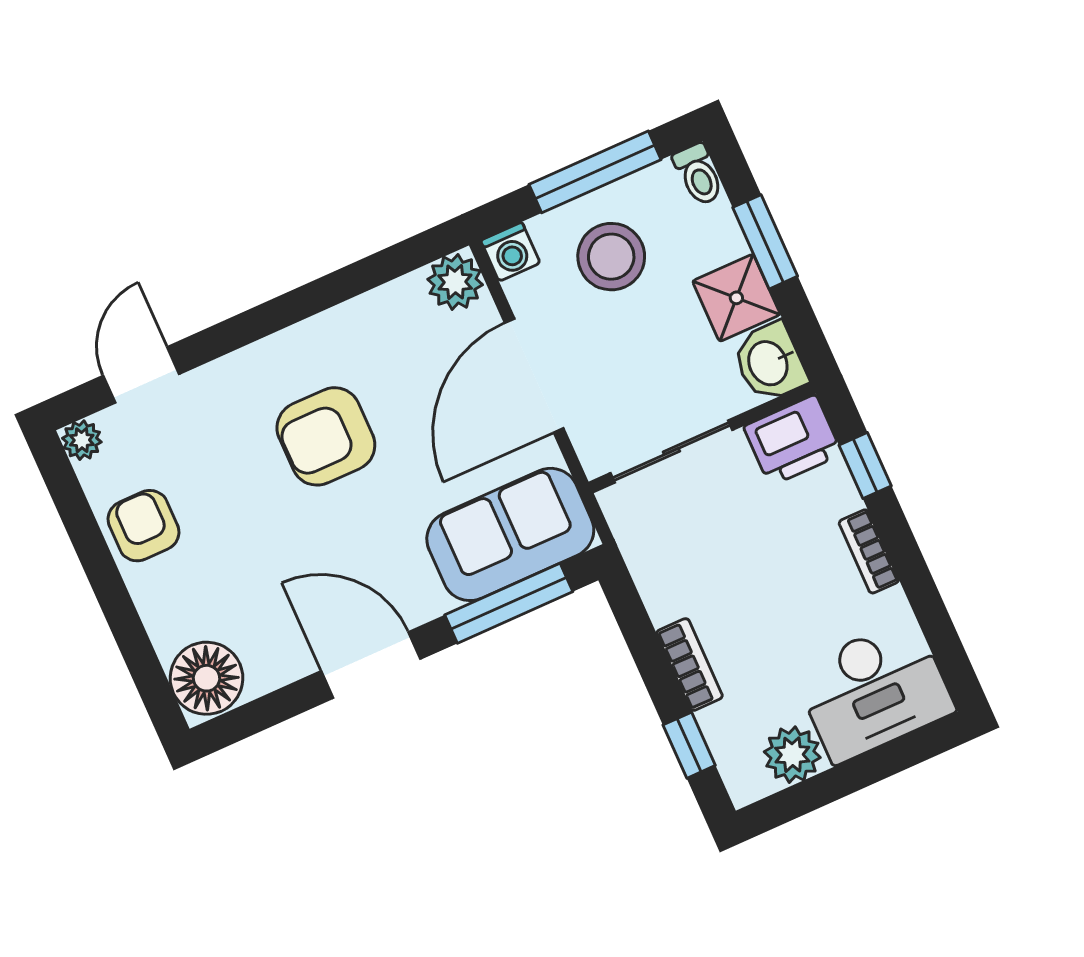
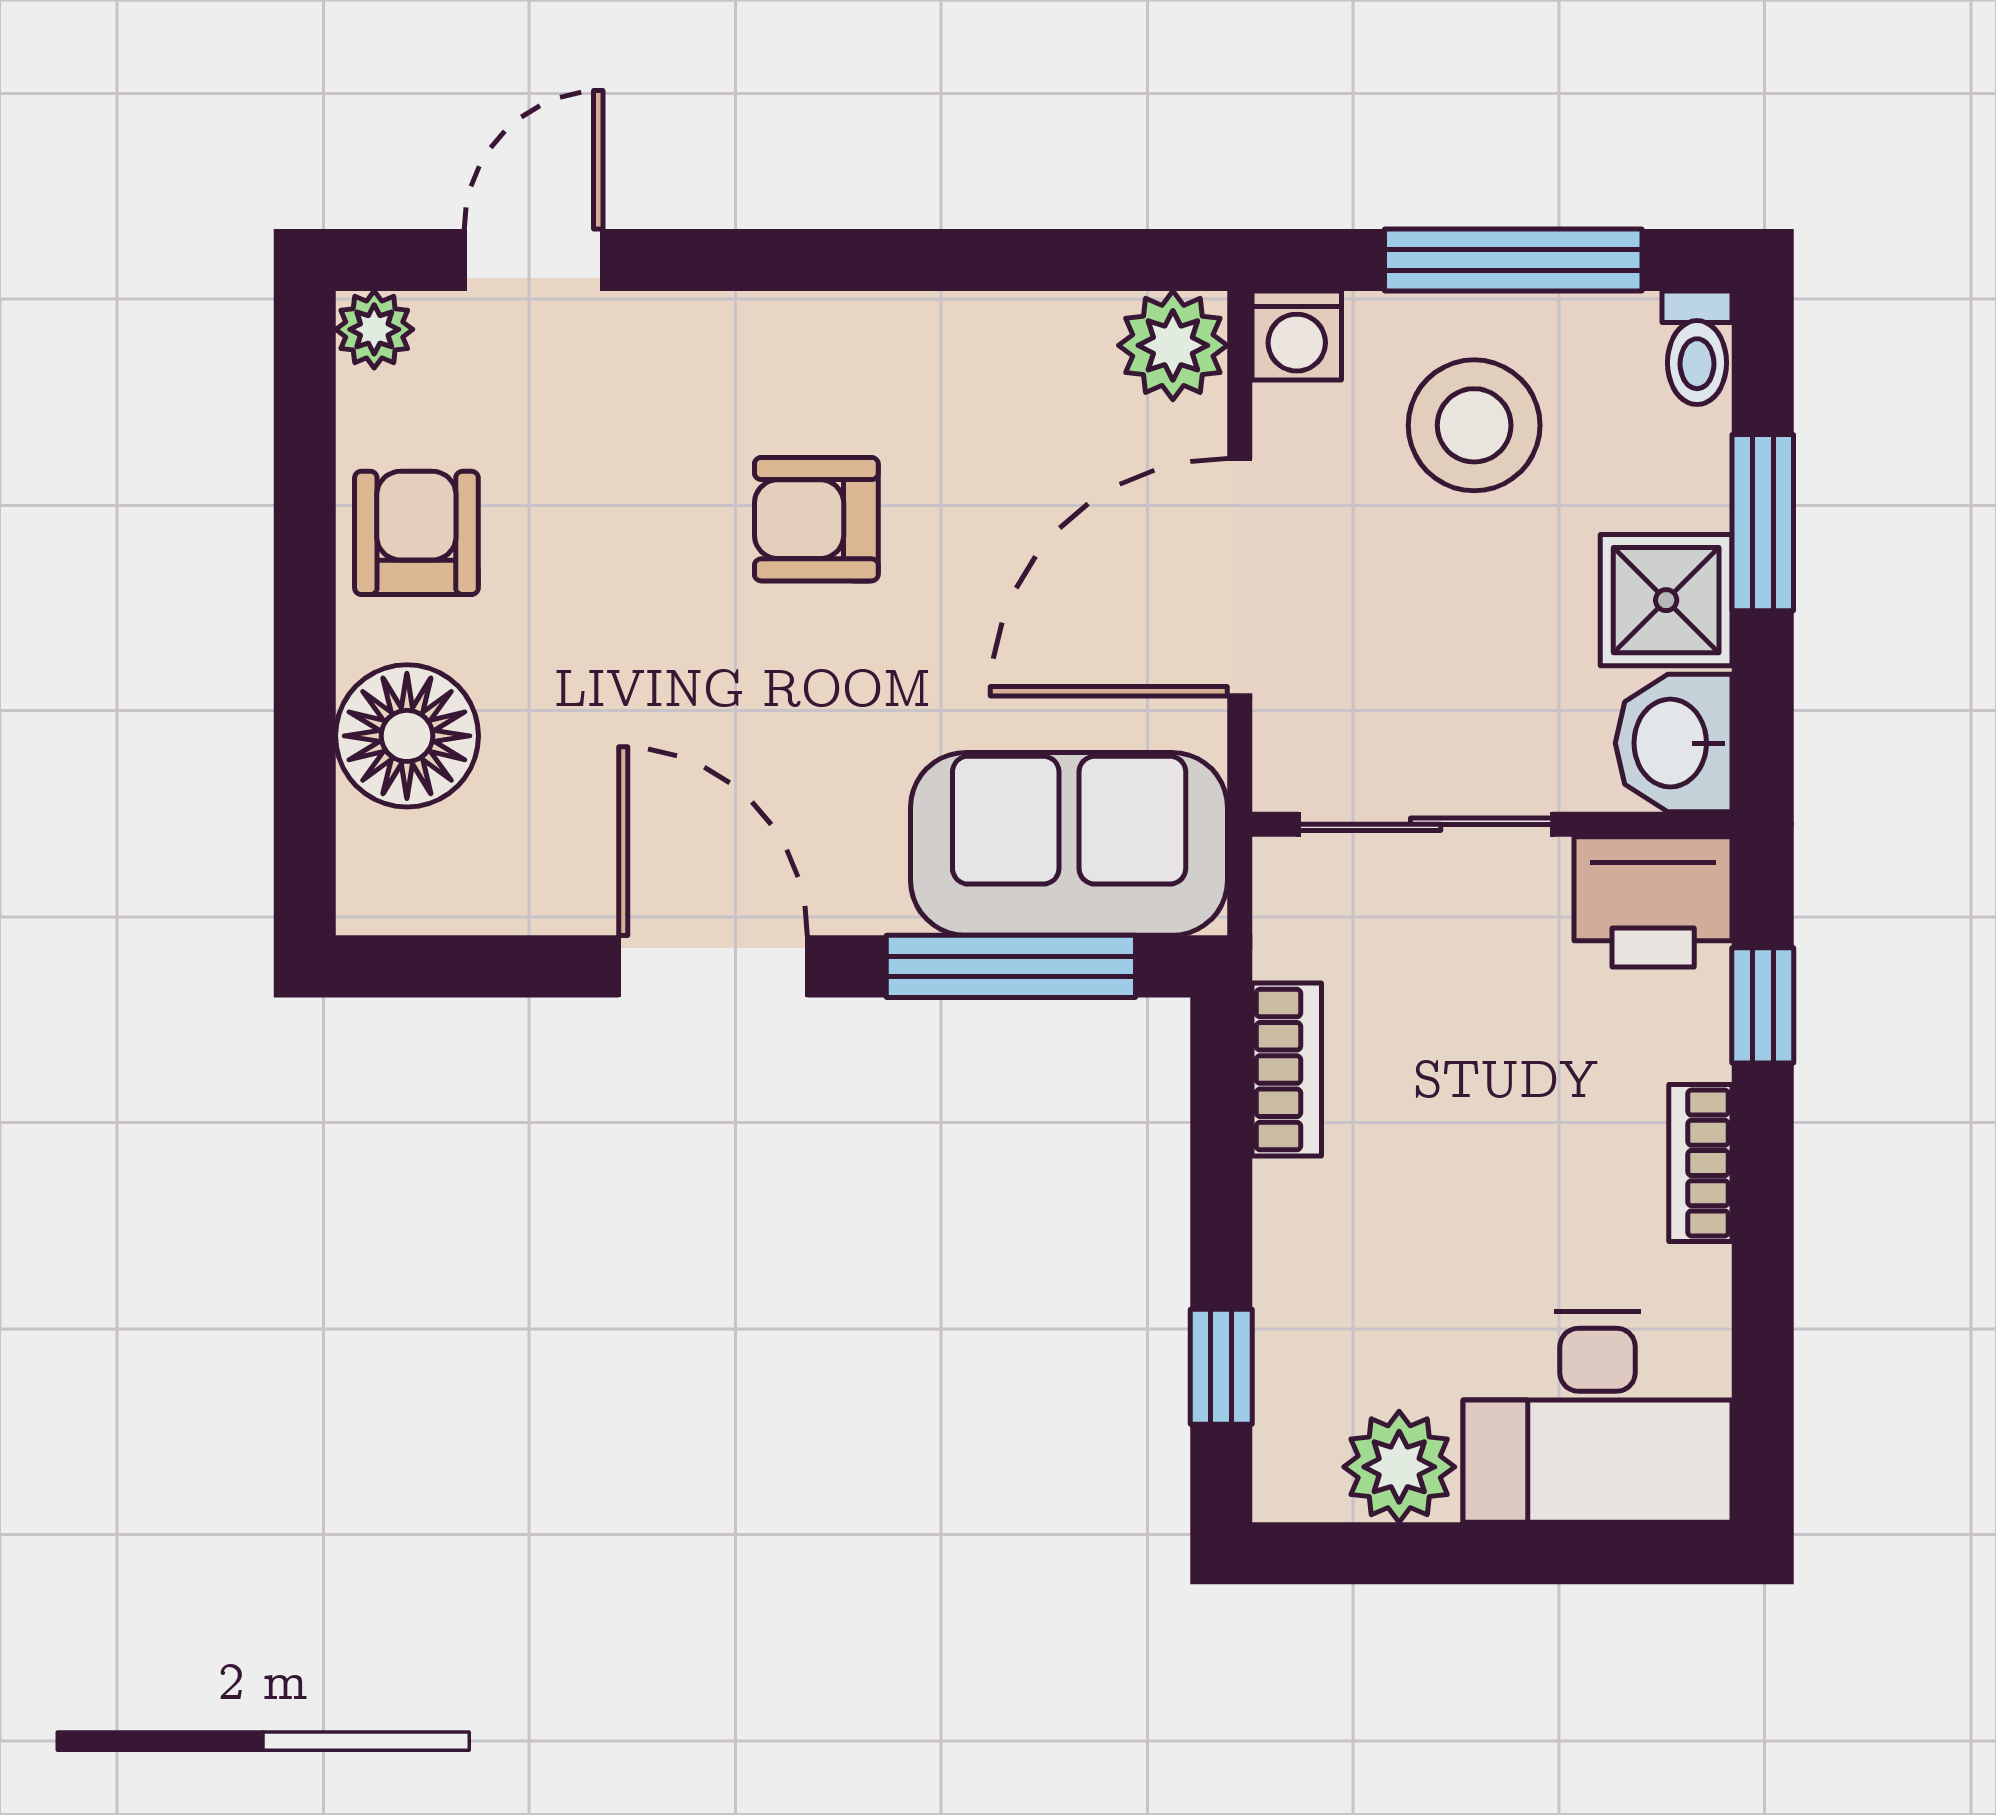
armchair: (326, 436) -> (816, 519), width x0.72, depth x0.72
bookcase: (689, 665) -> (1287, 1070), moved
floor lamp: (206, 678) -> (407, 736), moved

